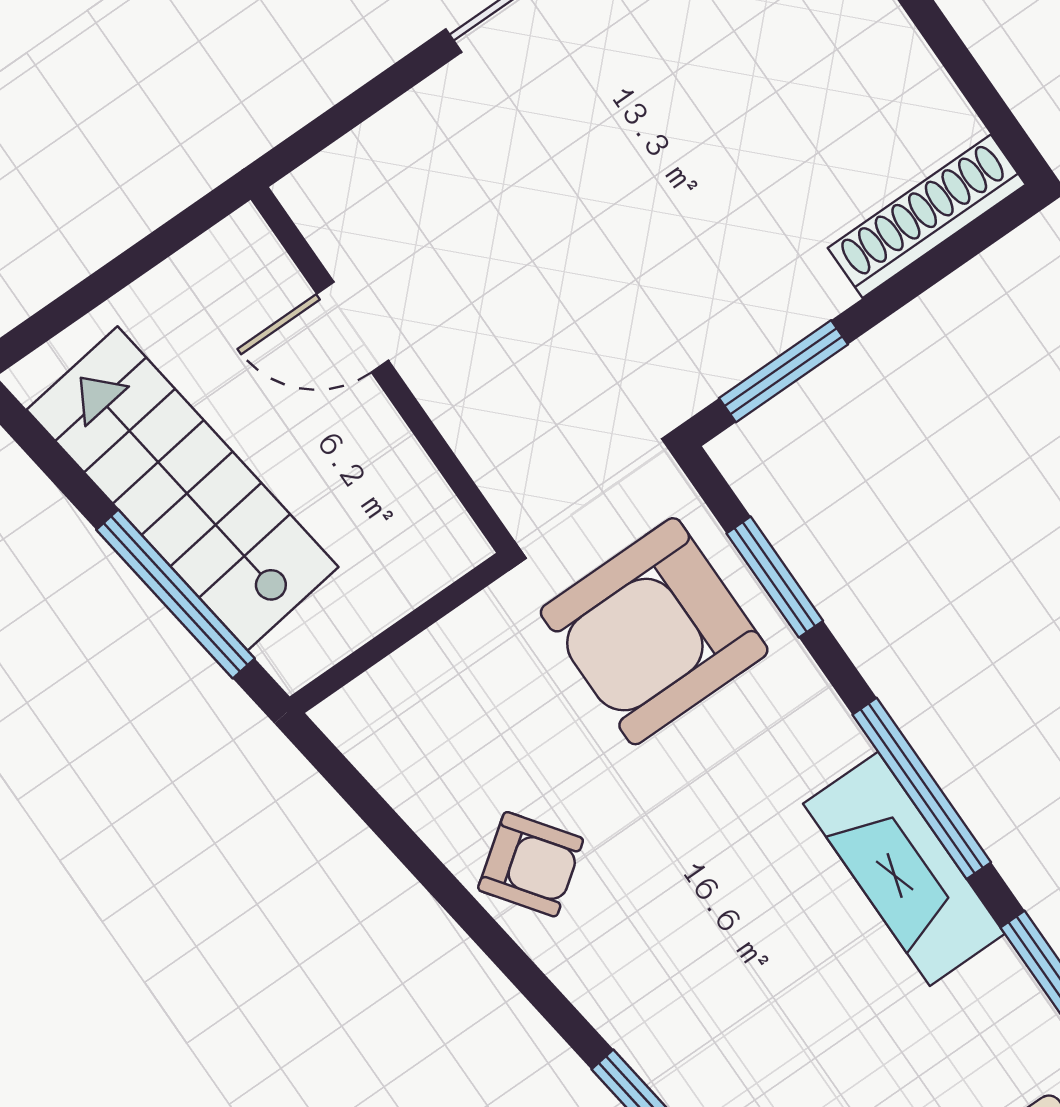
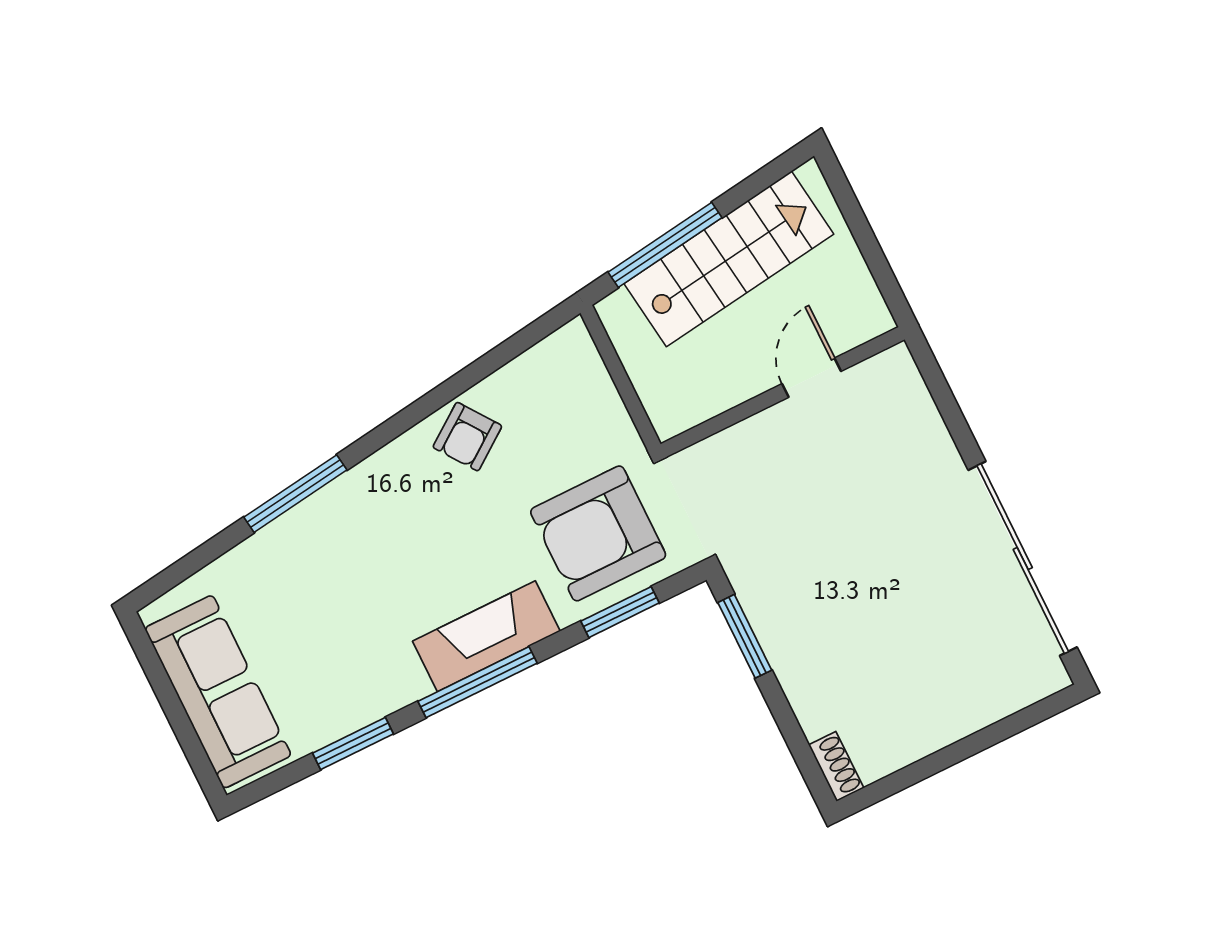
shoe rack: (927, 216) -> (836, 766), width x0.51, depth x0.81
armchair: (654, 631) -> (598, 533), turned -90
fireplace: (904, 869) -> (486, 636), moved

